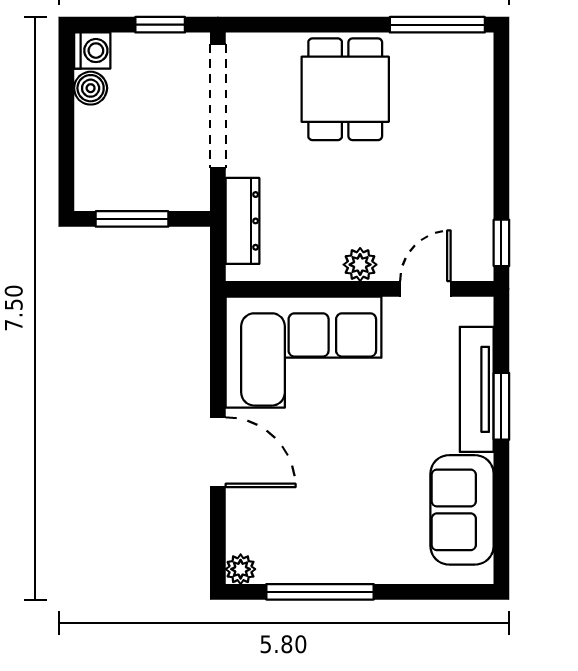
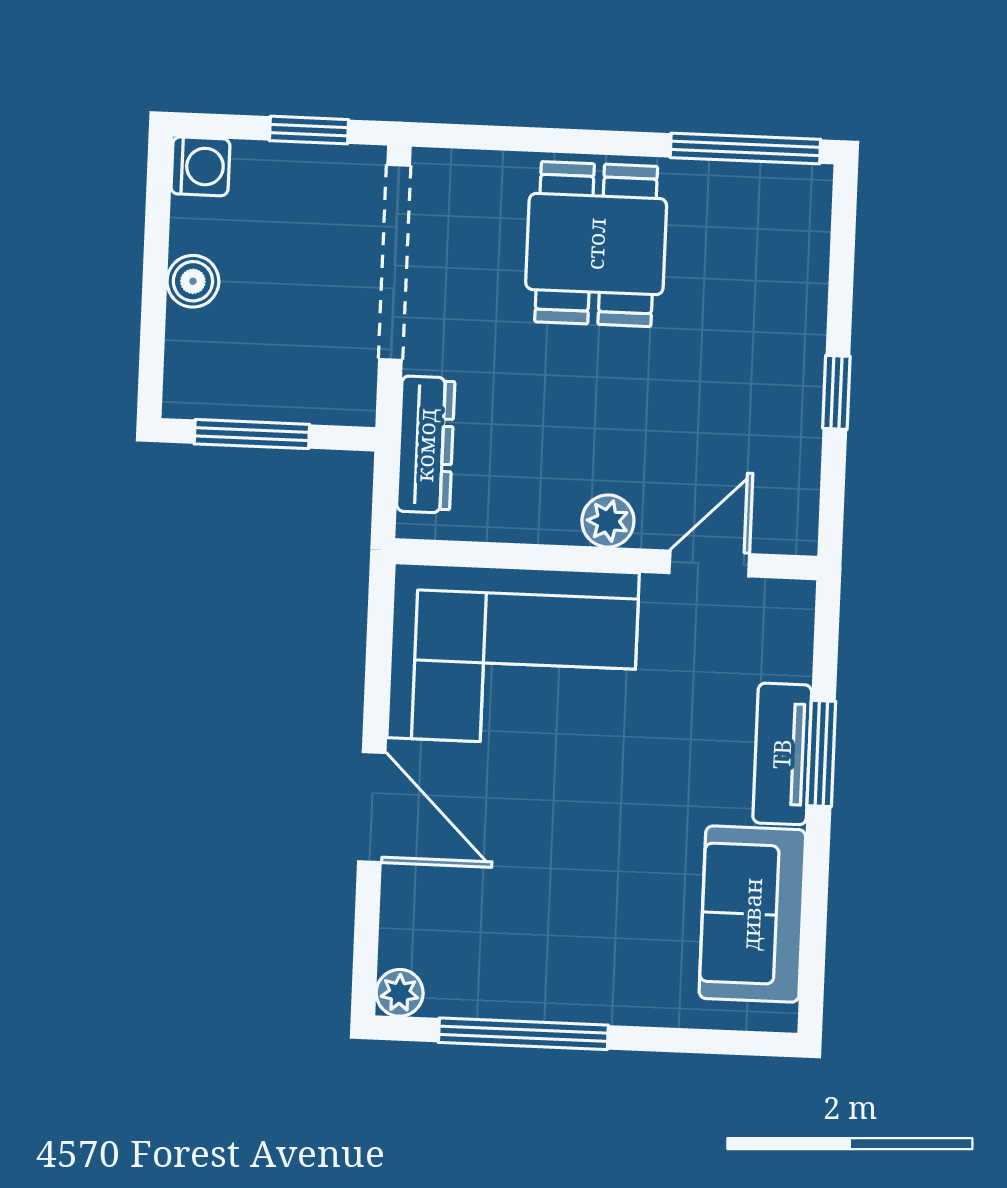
boiler: (91, 88) -> (193, 281), moved
window: (501, 243) -> (836, 392), moved
tv unit: (477, 389) -> (782, 754), width x0.71

